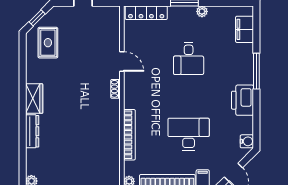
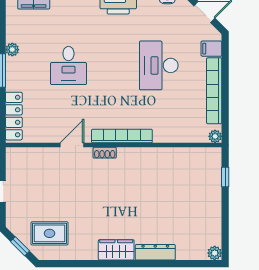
desk: (189, 59) -> (68, 65), turned 90
bookcase: (129, 135) -> (122, 136), moved

